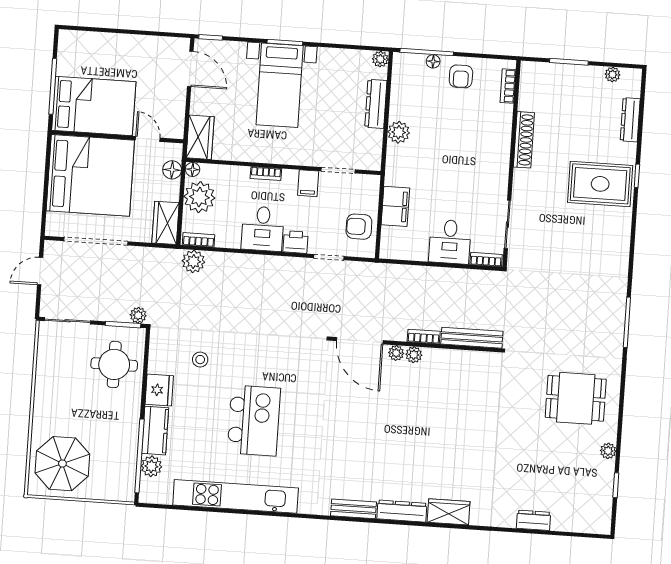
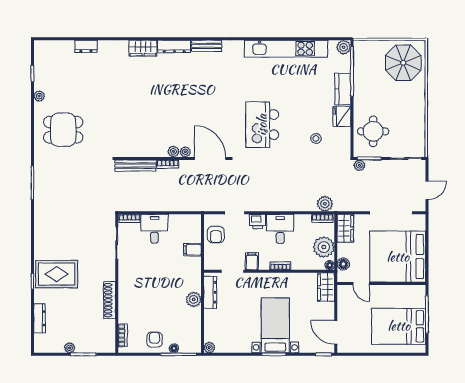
plant: (612, 74) -> (70, 348), moved
dresser: (376, 104) -> (210, 292), moved
bed: (94, 106) -> (399, 326), moved
filing cabinet: (395, 206) -> (192, 250), width x0.50
armchair: (359, 227) -> (216, 235), turned 90
kitchen island: (254, 421) -> (262, 125), moved
plant: (151, 466) -> (344, 47), moved

